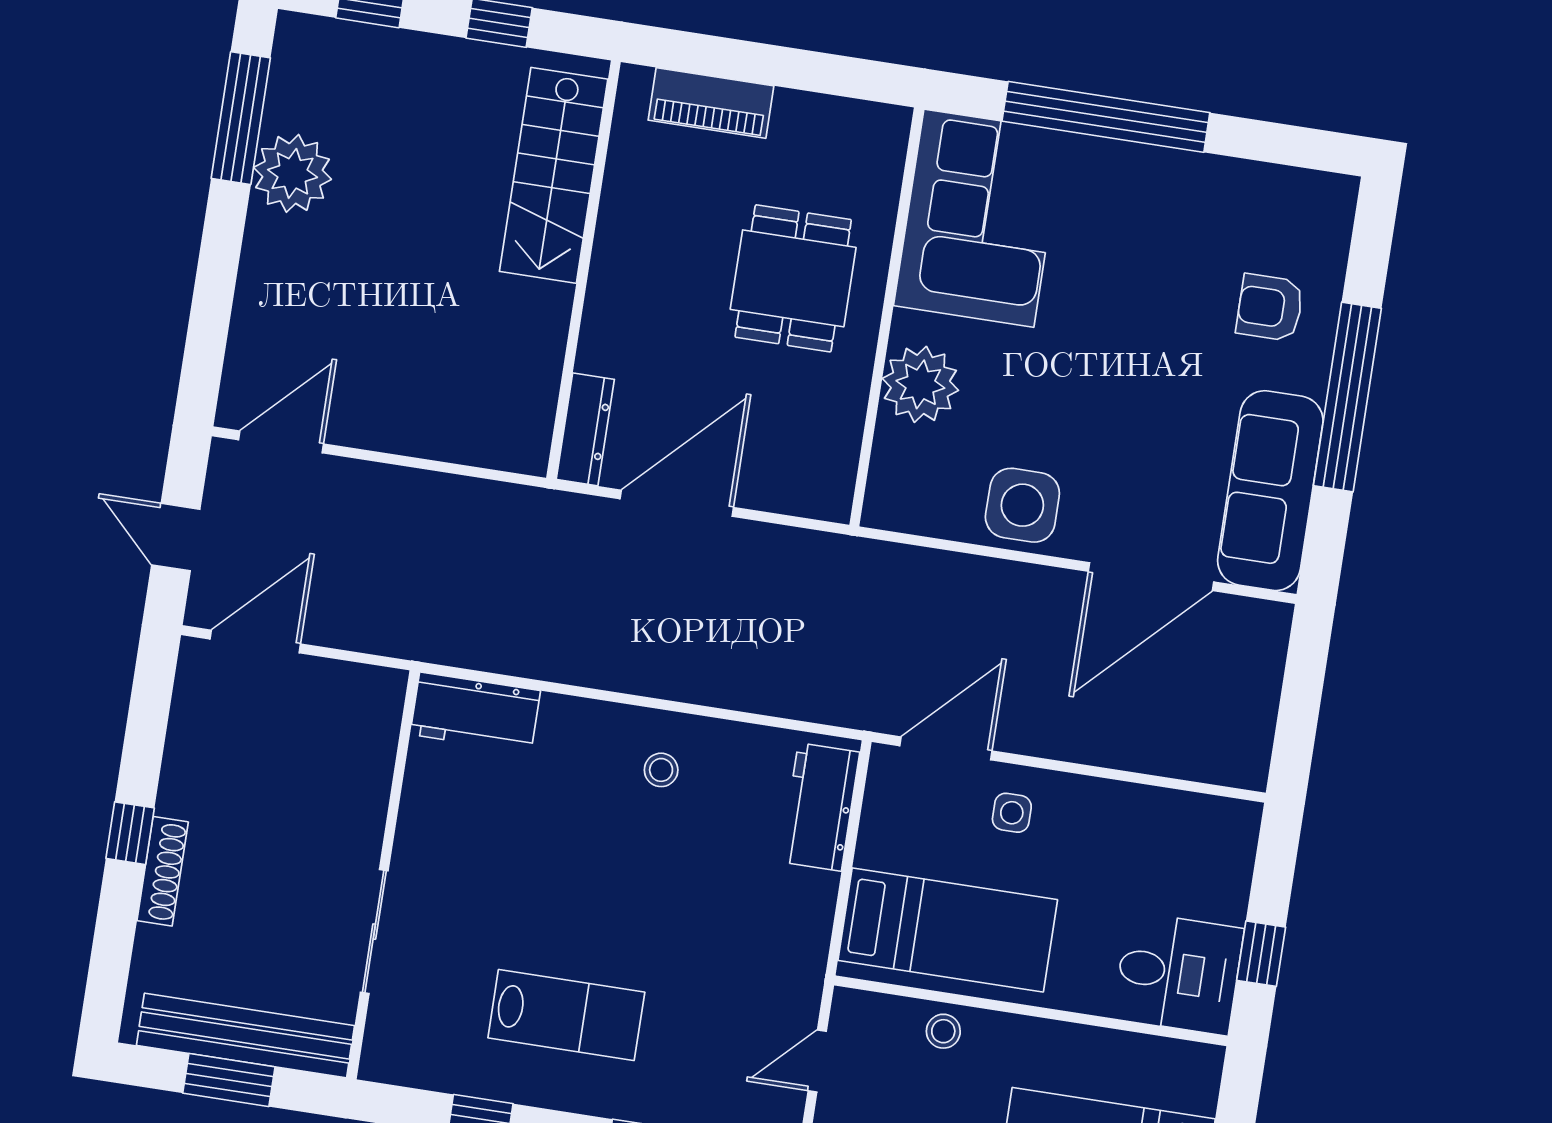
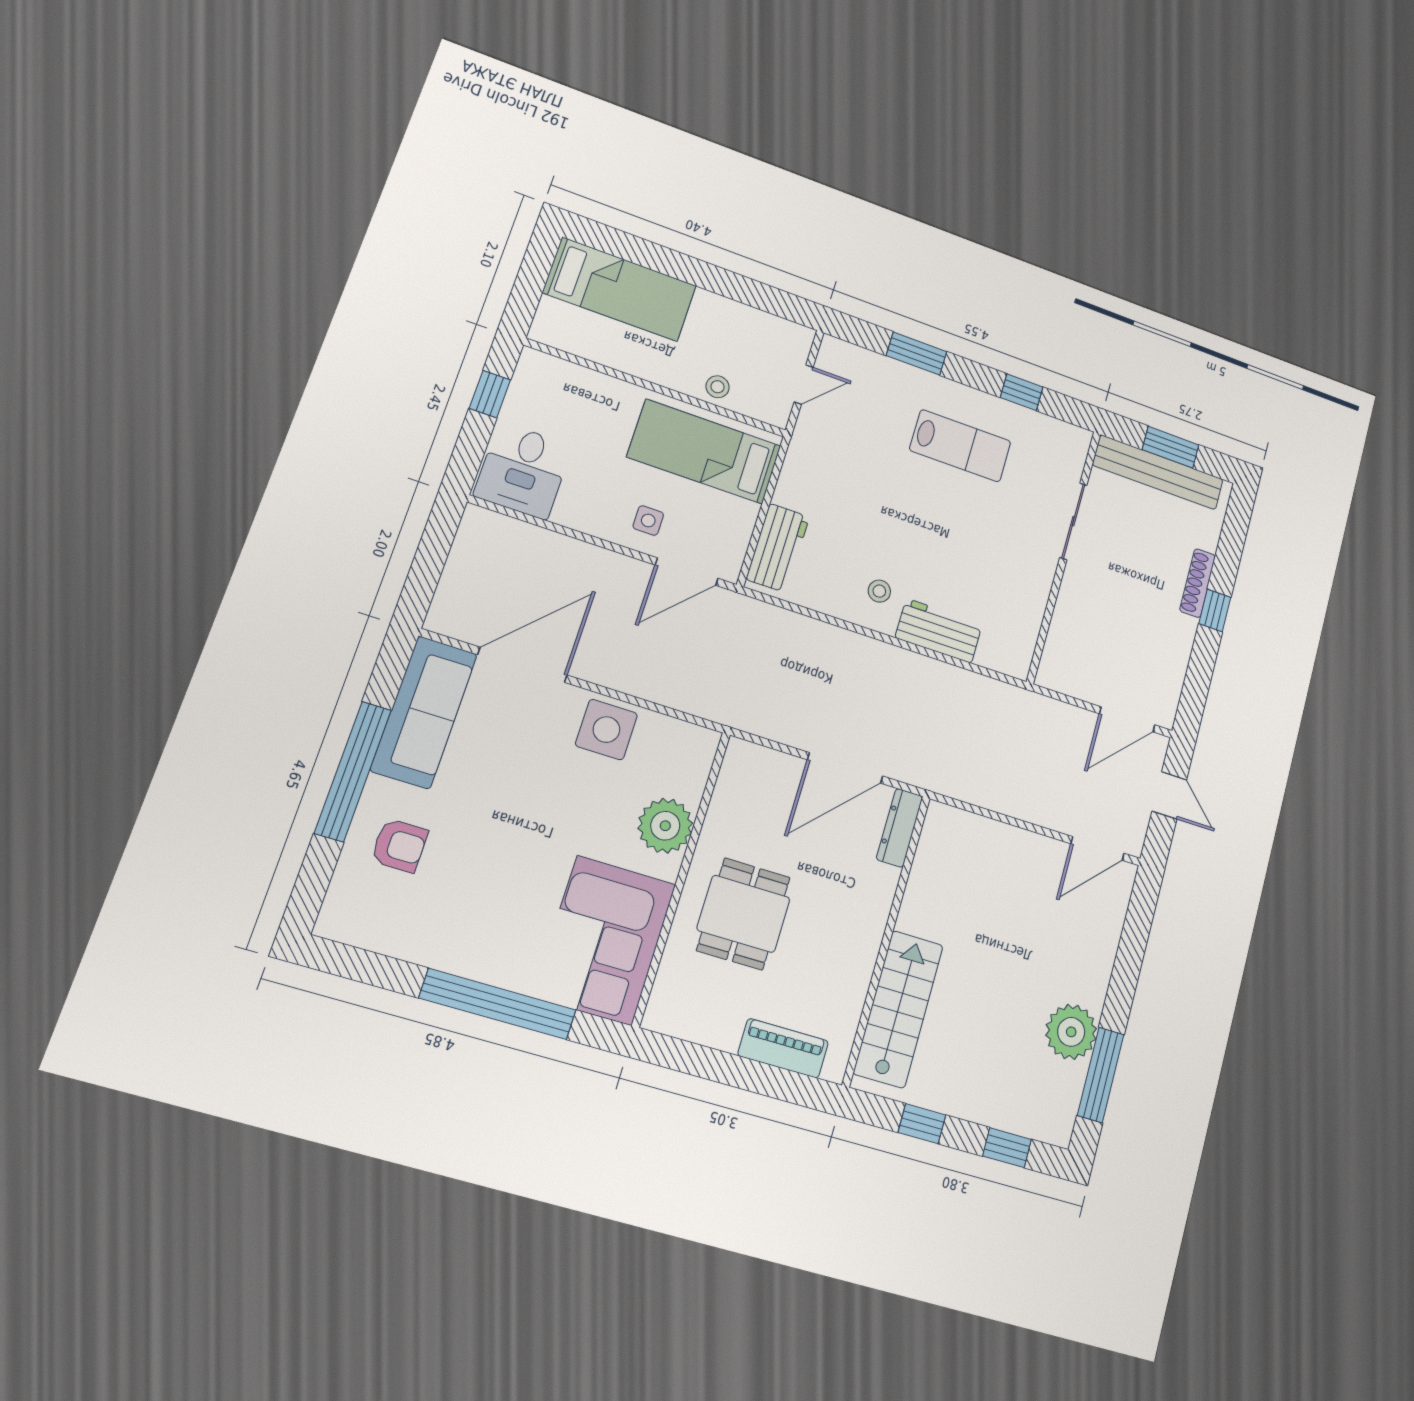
workbench: (475, 713) -> (939, 631), moved
desk: (1178, 973) -> (523, 471), moved, turned -90
lab bench: (566, 1015) -> (960, 446), turned 180

